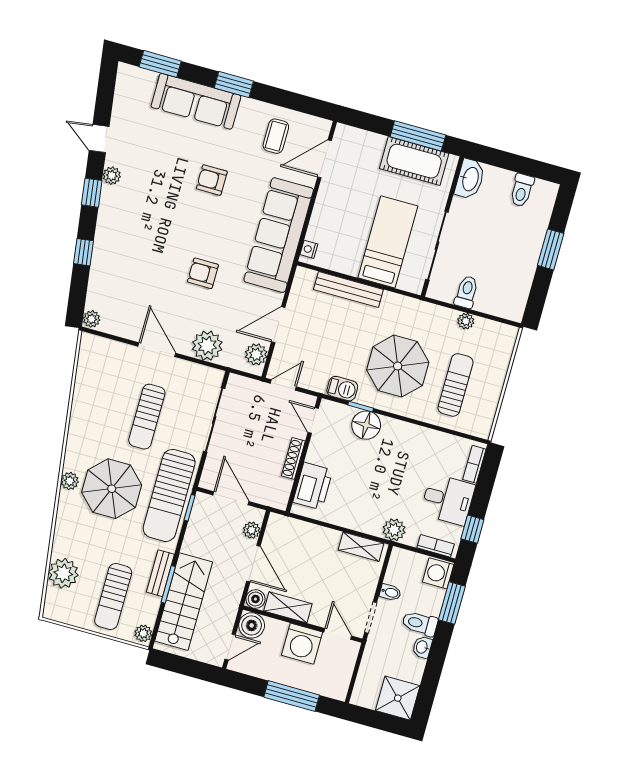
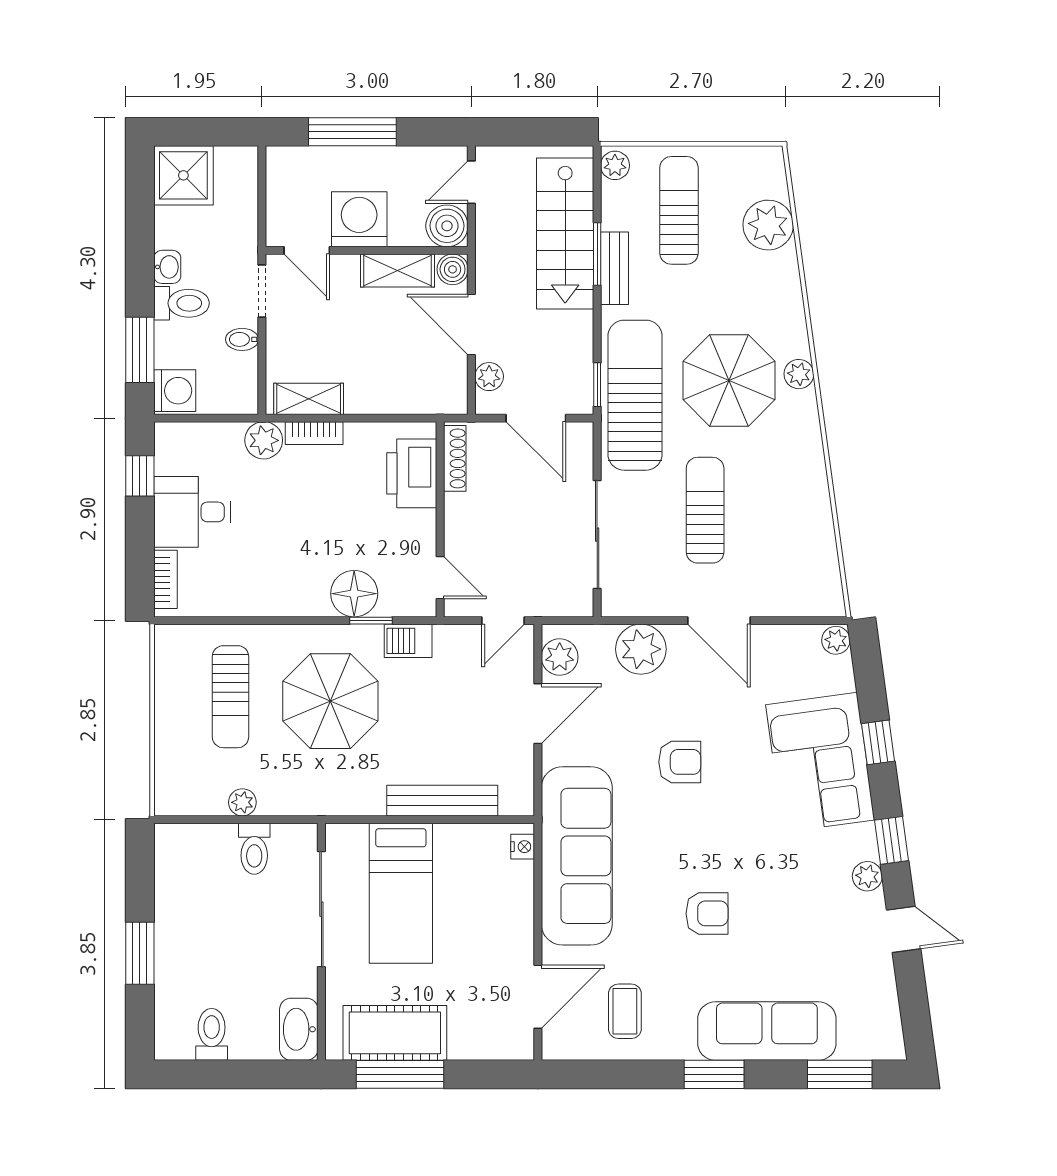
corner sofa: (121, 250) -> (820, 762), added
shoe rack: (293, 458) -> (455, 458), moved
bookcase: (436, 546) -> (314, 433), moved

